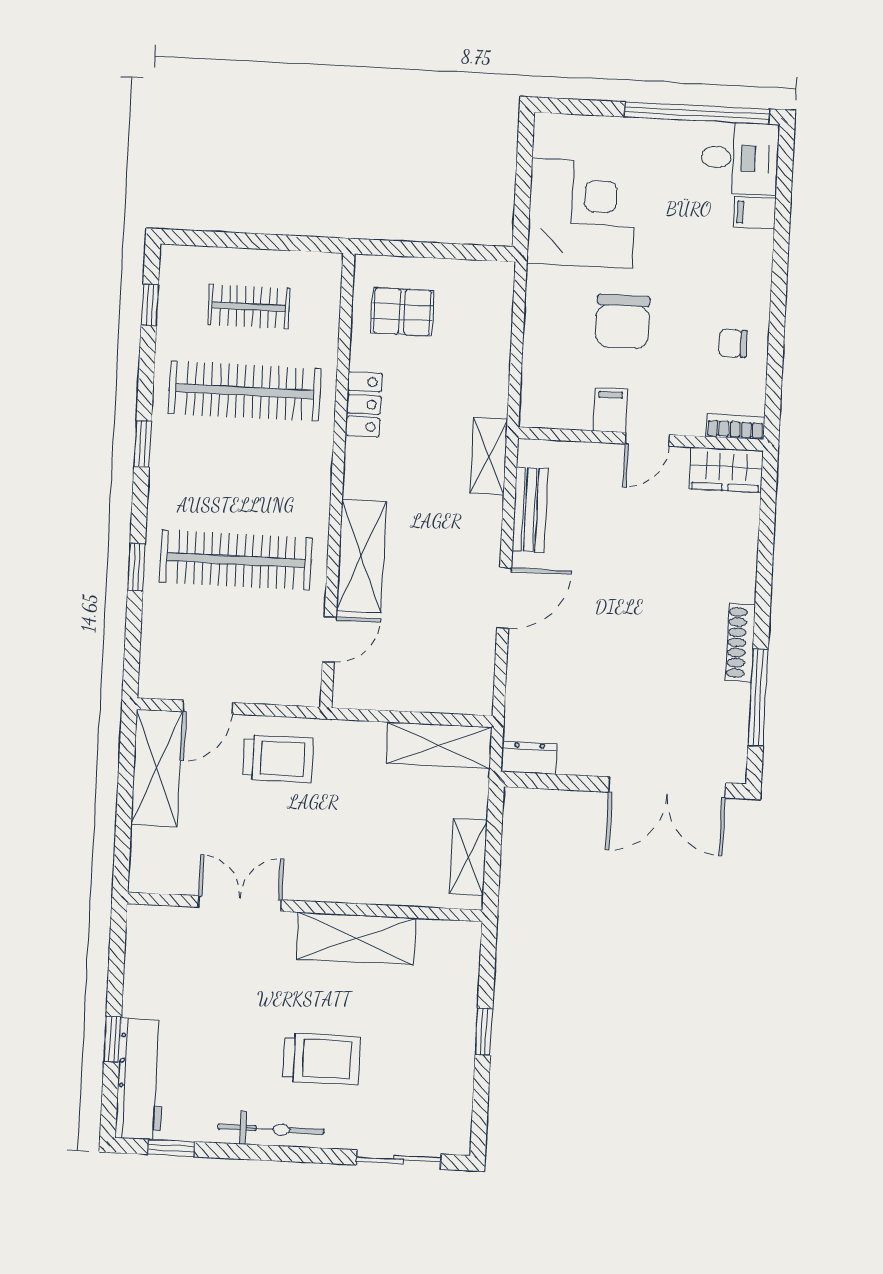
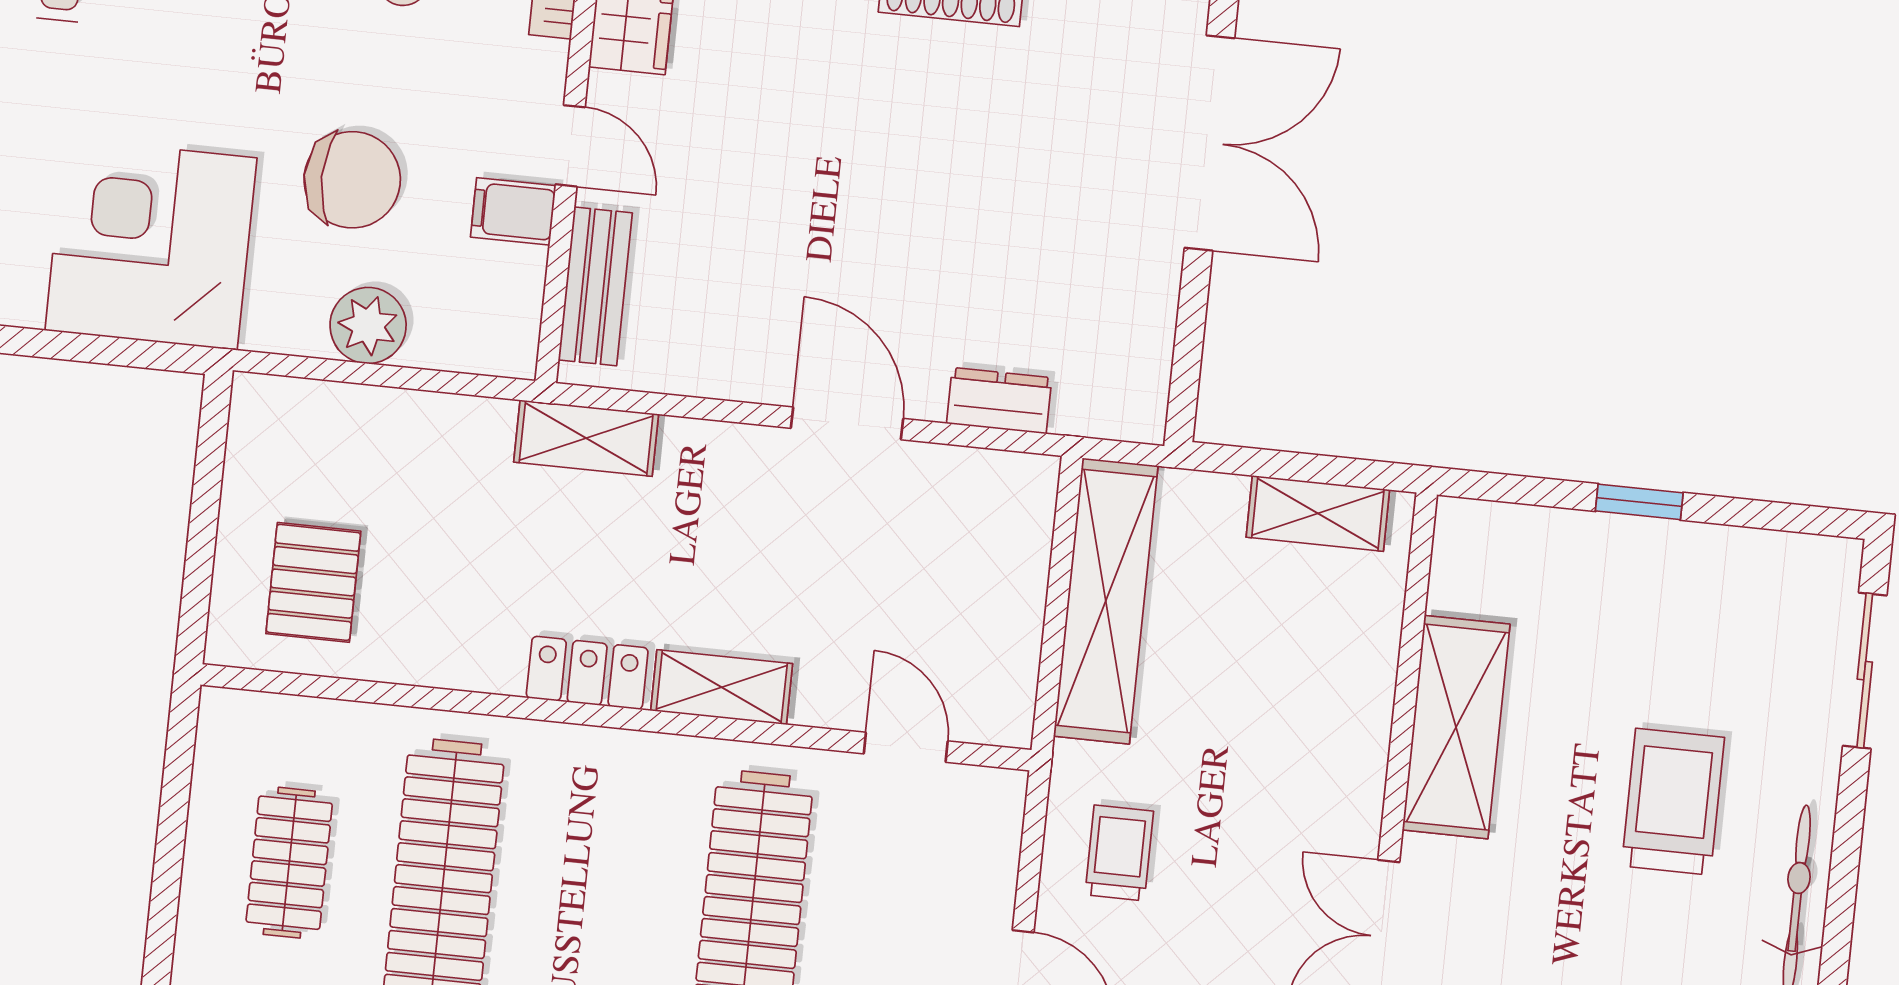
plant: (544, 334) -> (368, 326), added
locker: (364, 404) -> (587, 673), moved
bench: (530, 510) -> (595, 286), moved, turned 90
shelving: (361, 556) -> (722, 687), width x0.67, depth x0.75
shelving: (439, 745) -> (1106, 601), width x1.47
dresser: (529, 758) -> (999, 401), moved, turned 90
trolley: (278, 759) -> (1119, 853), width x0.73, depth x0.72

